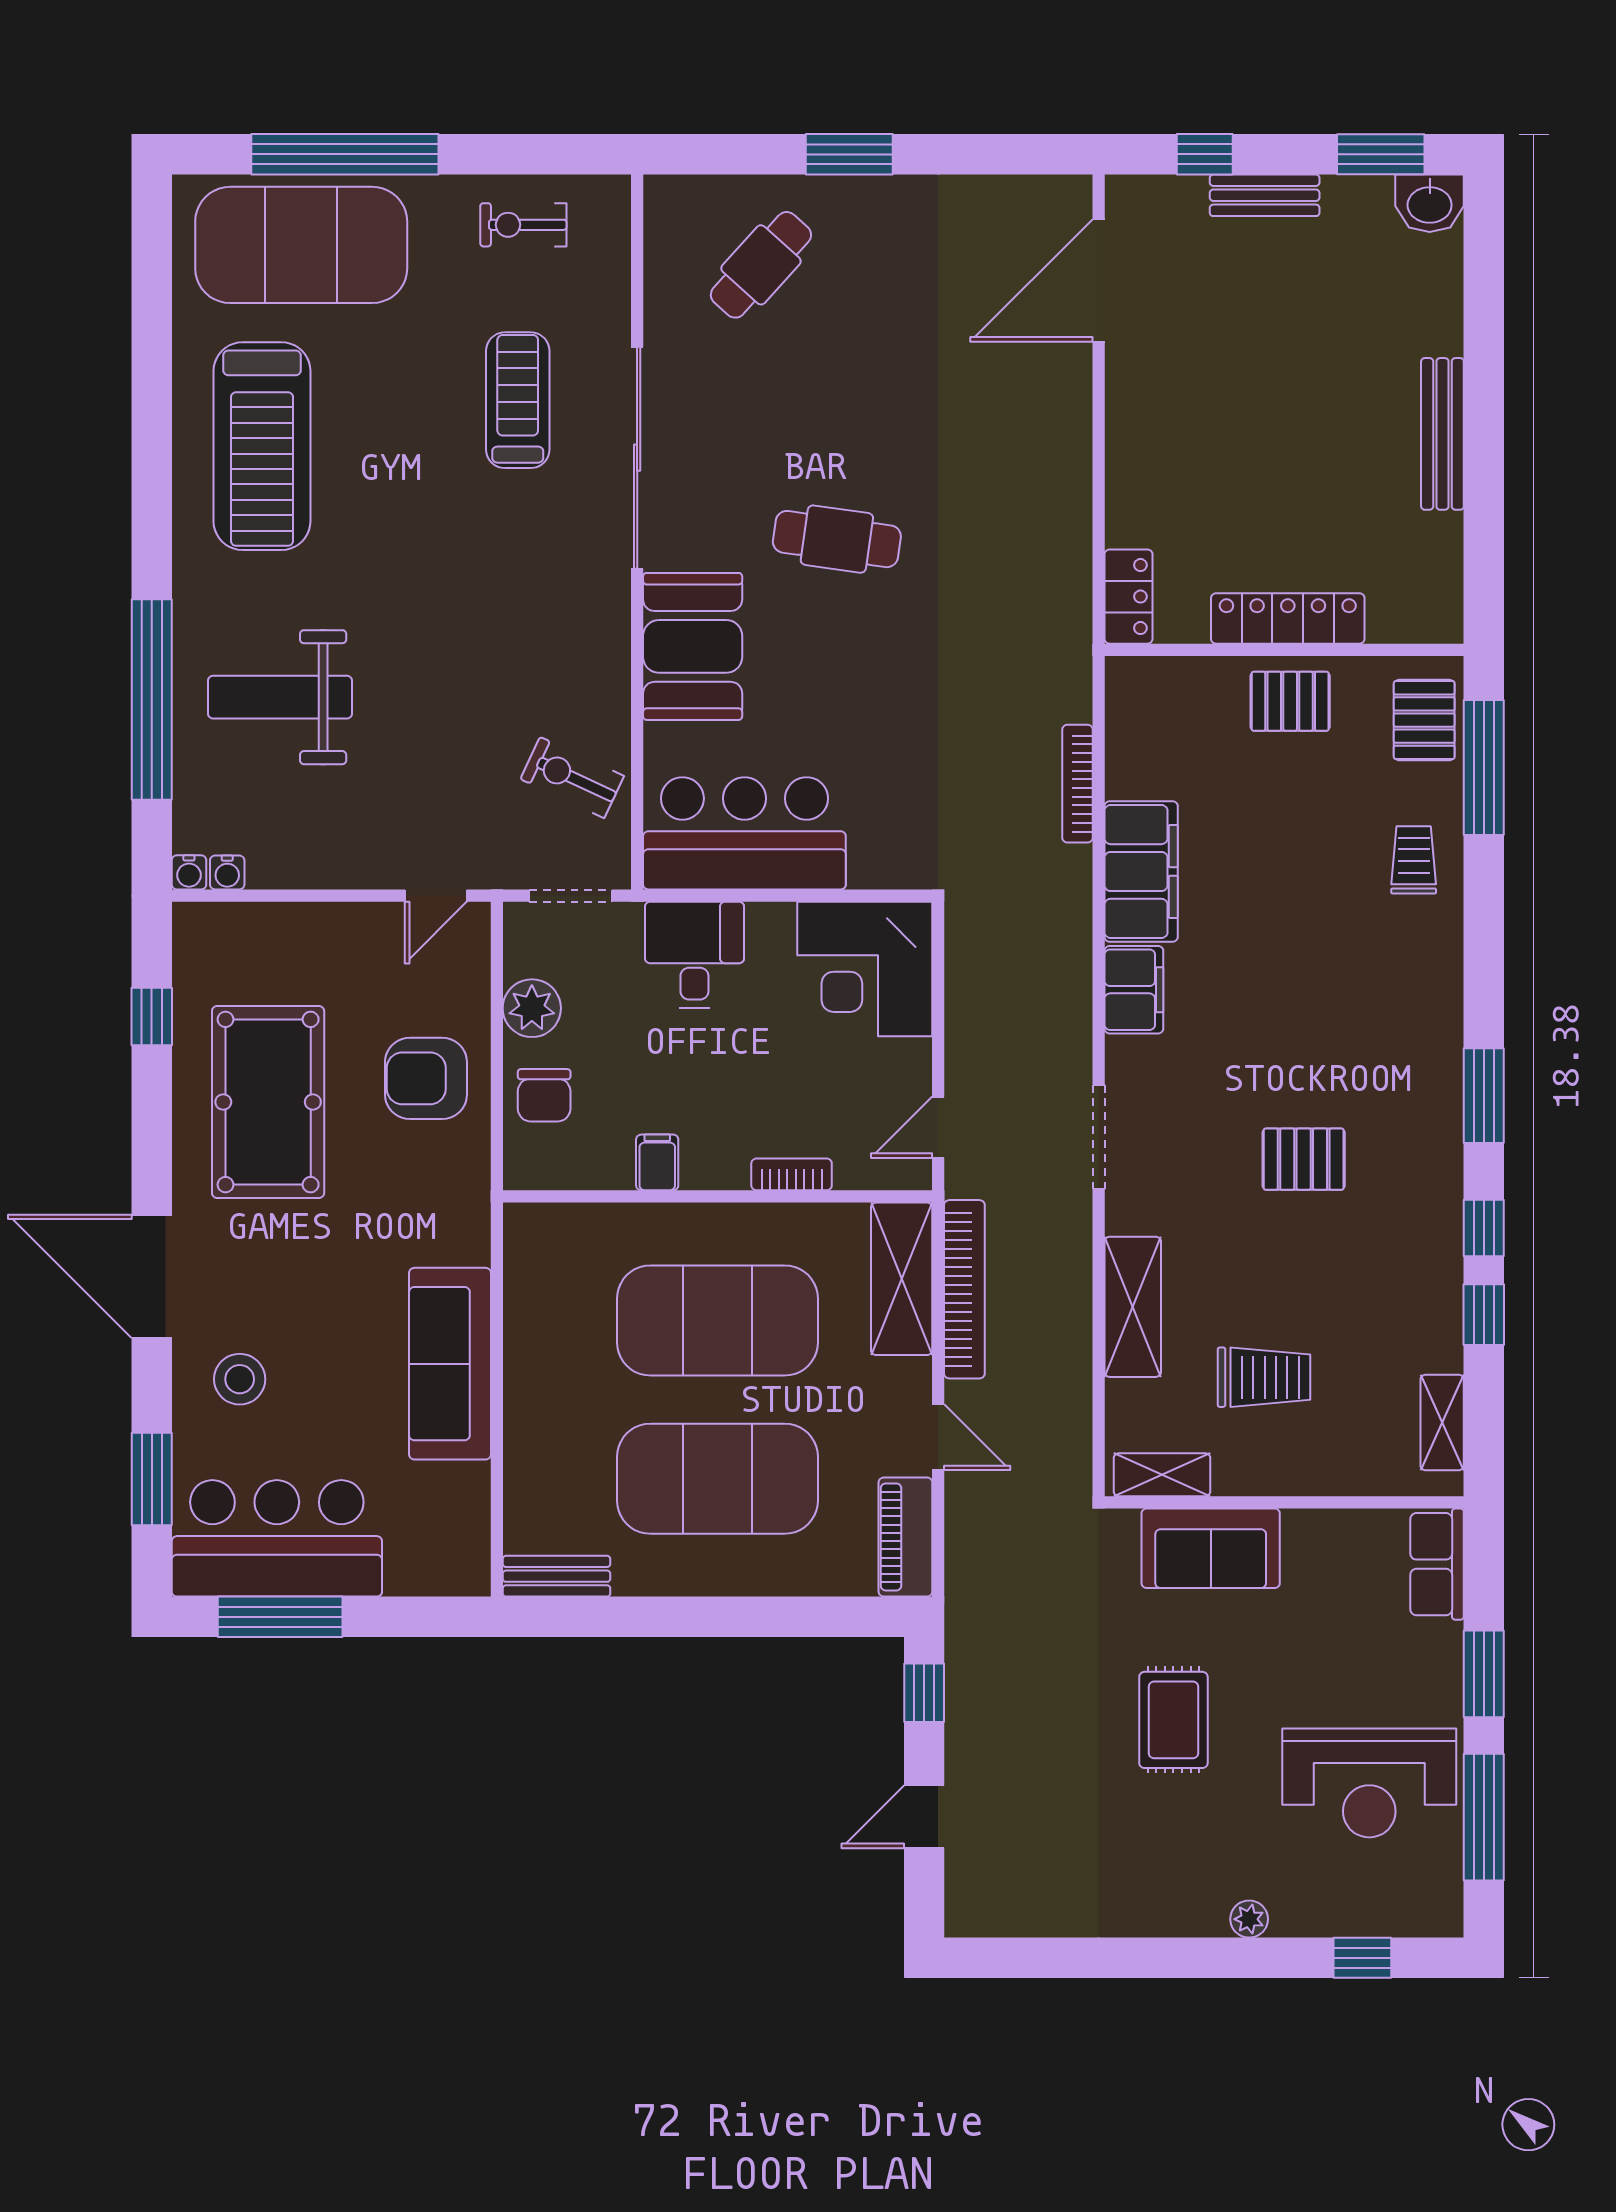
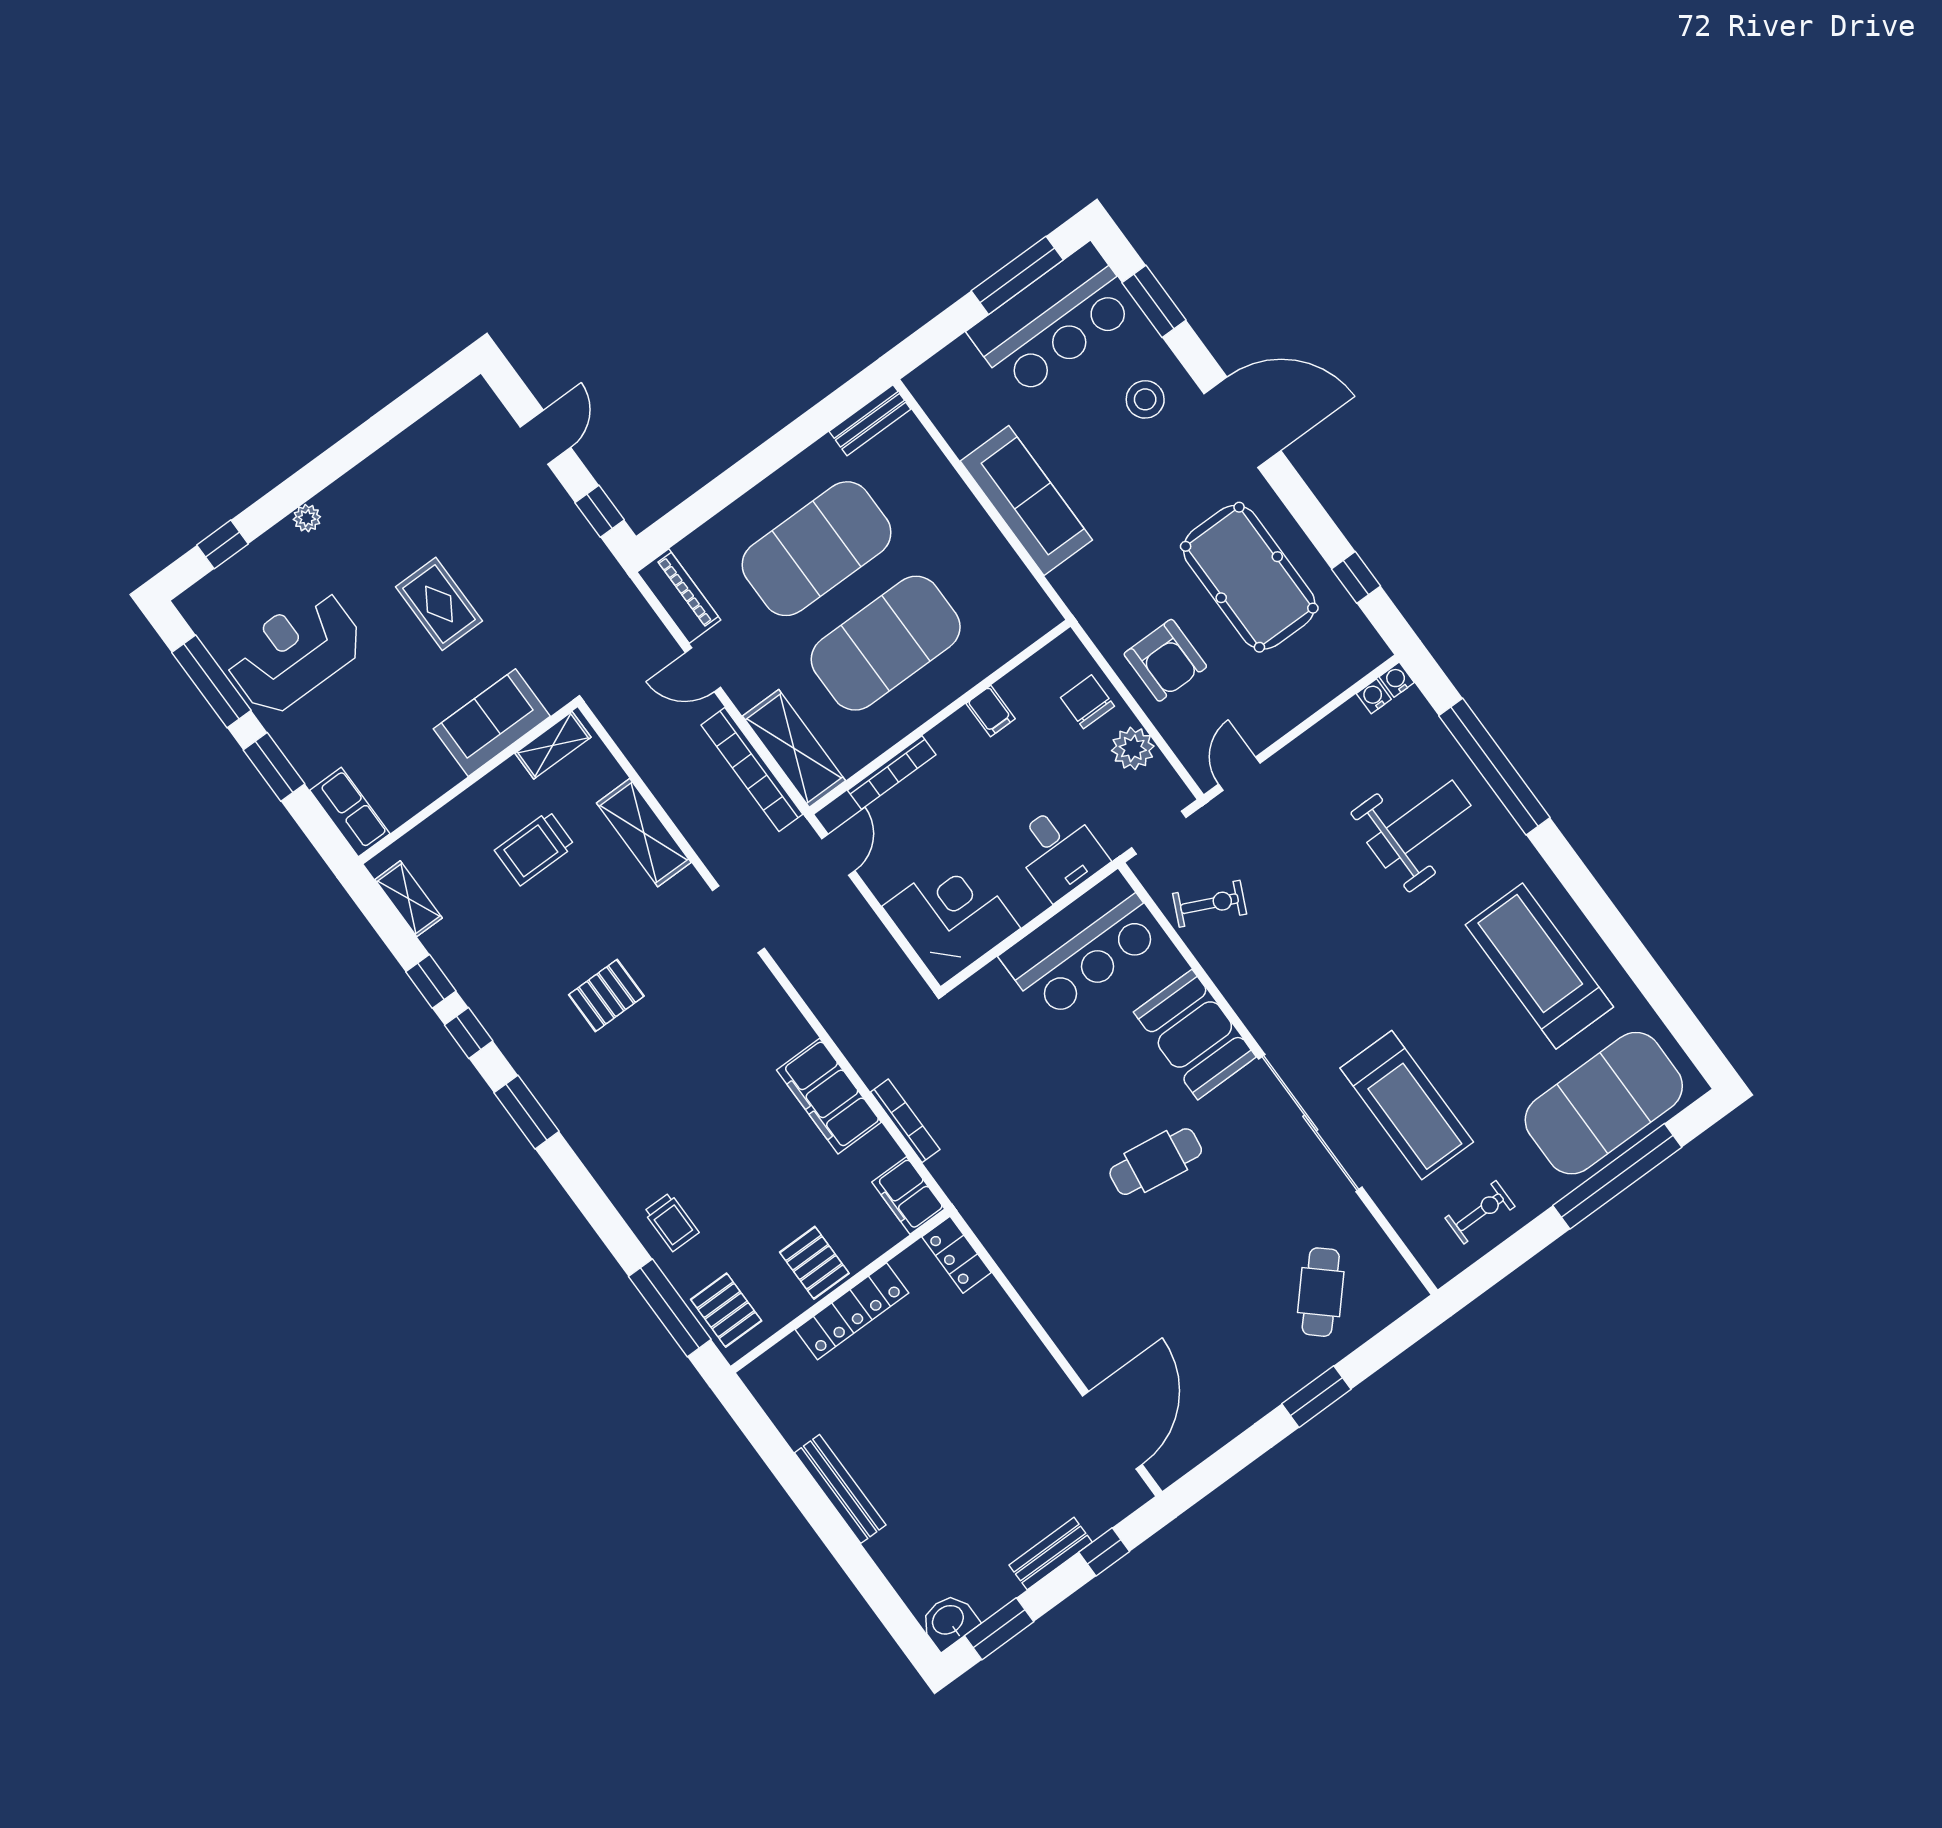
treadmill: (518, 400) -> (1407, 1105), width x1.37, depth x1.38
pallet: (1290, 701) -> (814, 1263), turned 90
filing cabinet: (1134, 990) -> (908, 1195), moved
armchair: (426, 1078) -> (1165, 660), turned 90
bookcase: (792, 1174) -> (892, 773), width x1.56

